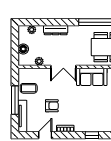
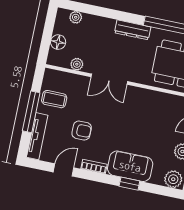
dresser: (56, 30) -> (133, 30), moved
sofa: (92, 77) -> (130, 166), moved, turned 180

